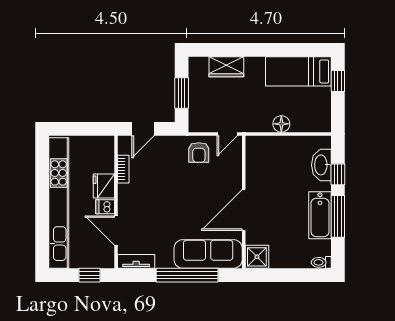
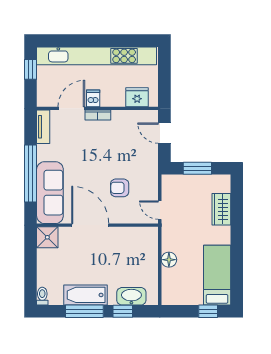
armchair: (199, 152) -> (120, 188), moved
bookcase: (123, 169) -> (98, 115), moved
fridge: (104, 186) -> (137, 97), moved
window: (90, 275) -> (31, 69), moved

